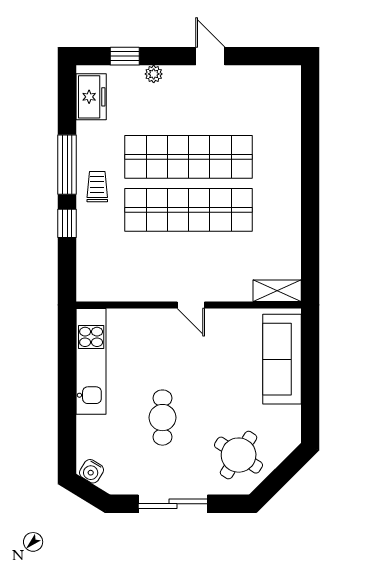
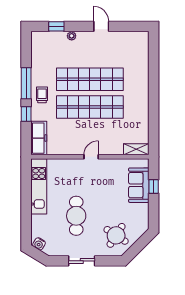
freezer: (91, 97) -> (39, 138), moved, width x1.40
door: (191, 305) -> (91, 157), swing flipped
sofa: (282, 359) -> (139, 185), width x0.73
window: (310, 362) -> (154, 187), added
cafe table: (162, 418) -> (76, 216), width x1.37, depth x1.35
sliding door: (173, 504) -> (82, 261), width x0.73

